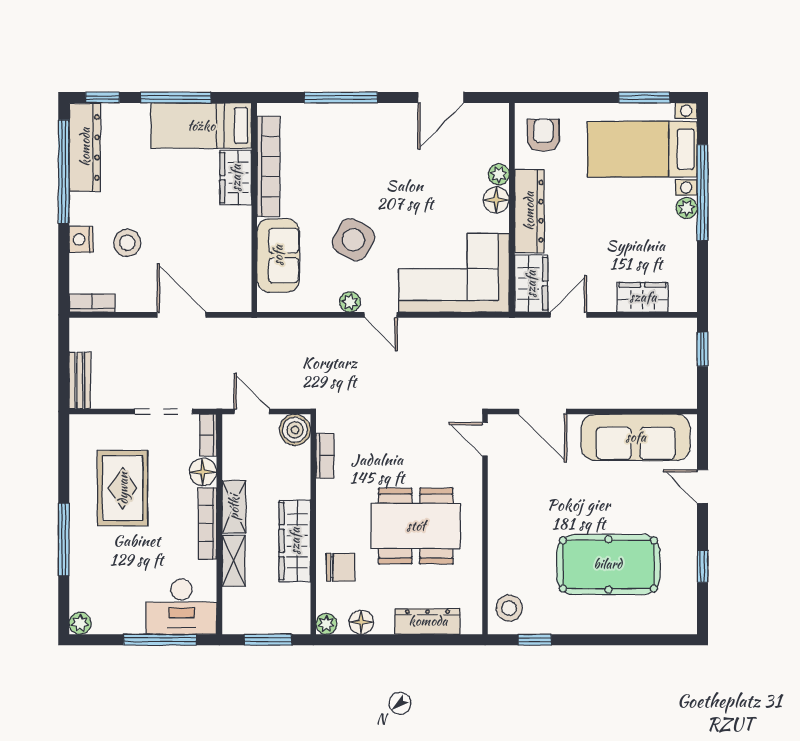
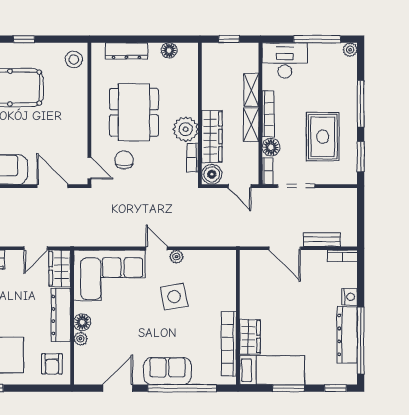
window: (176, 98) -> (288, 388), width x0.69
window: (341, 98) -> (182, 388), width x1.46
dresser: (85, 147) -> (347, 335), moved
side table: (353, 240) -> (174, 297), turned -38
stool: (127, 243) -> (320, 295), removed
sofa: (278, 255) -> (167, 371), moved, turned 90
bench: (80, 380) -> (322, 240), moved, turned 90
window: (64, 457) -> (361, 157), added
dining table: (416, 526) -> (134, 112), turned 90
wardrobe: (295, 541) -> (212, 137), moved
chair: (340, 567) -> (124, 160), moved, turned 90
plant: (326, 624) -> (186, 129), moved, width x1.88, depth x1.88
window: (160, 640) -> (317, 39), moved
window: (268, 640) -> (229, 39), width x0.67
window: (535, 640) -> (24, 39), moved

